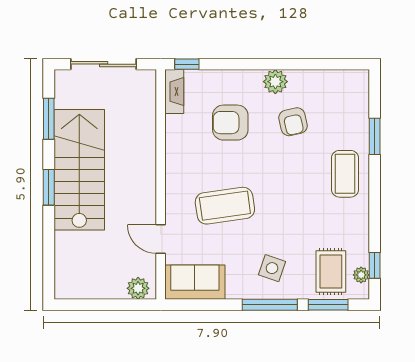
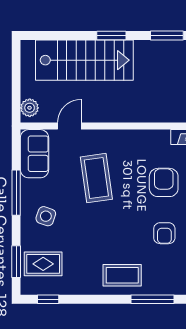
armchair: (293, 122) -> (164, 233), turned -77
window: (375, 136) -> (152, 299), width x1.44
stairs: (79, 170) -> (84, 60), moved
plant: (361, 275) -> (40, 288), removed
window: (270, 305) -> (16, 193), moved

